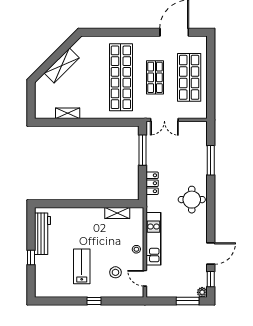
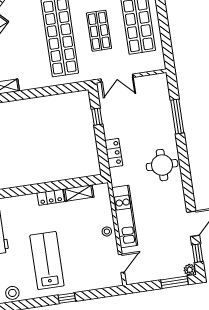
window: (142, 150) -> (97, 117), width x0.46
locker: (93, 213) -> (51, 197), added
lab bench: (82, 266) -> (47, 260), width x1.36, depth x1.39
stool: (115, 272) -> (12, 293), moved
door: (145, 278) -> (122, 263), swing flipped

